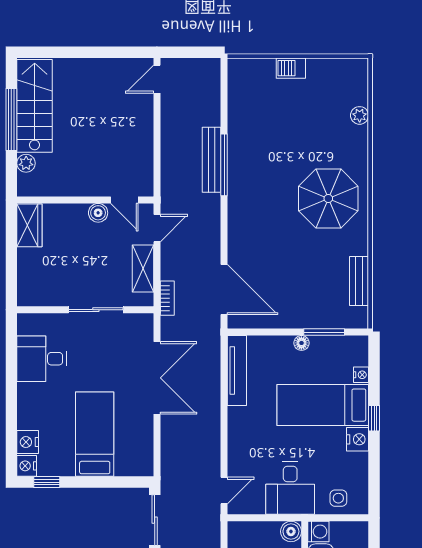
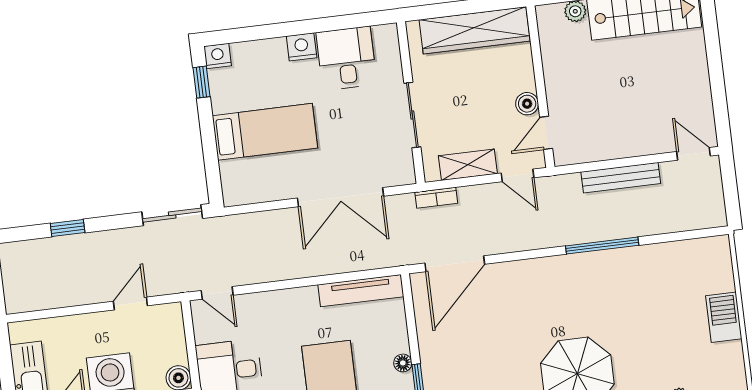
barbecue: (291, 68) -> (724, 317), width x1.38, depth x1.27
bench: (212, 160) -> (621, 178), moved
wardrobe: (29, 225) -> (475, 30), width x2.10, depth x1.17
nightstand: (28, 442) -> (302, 47), moved

